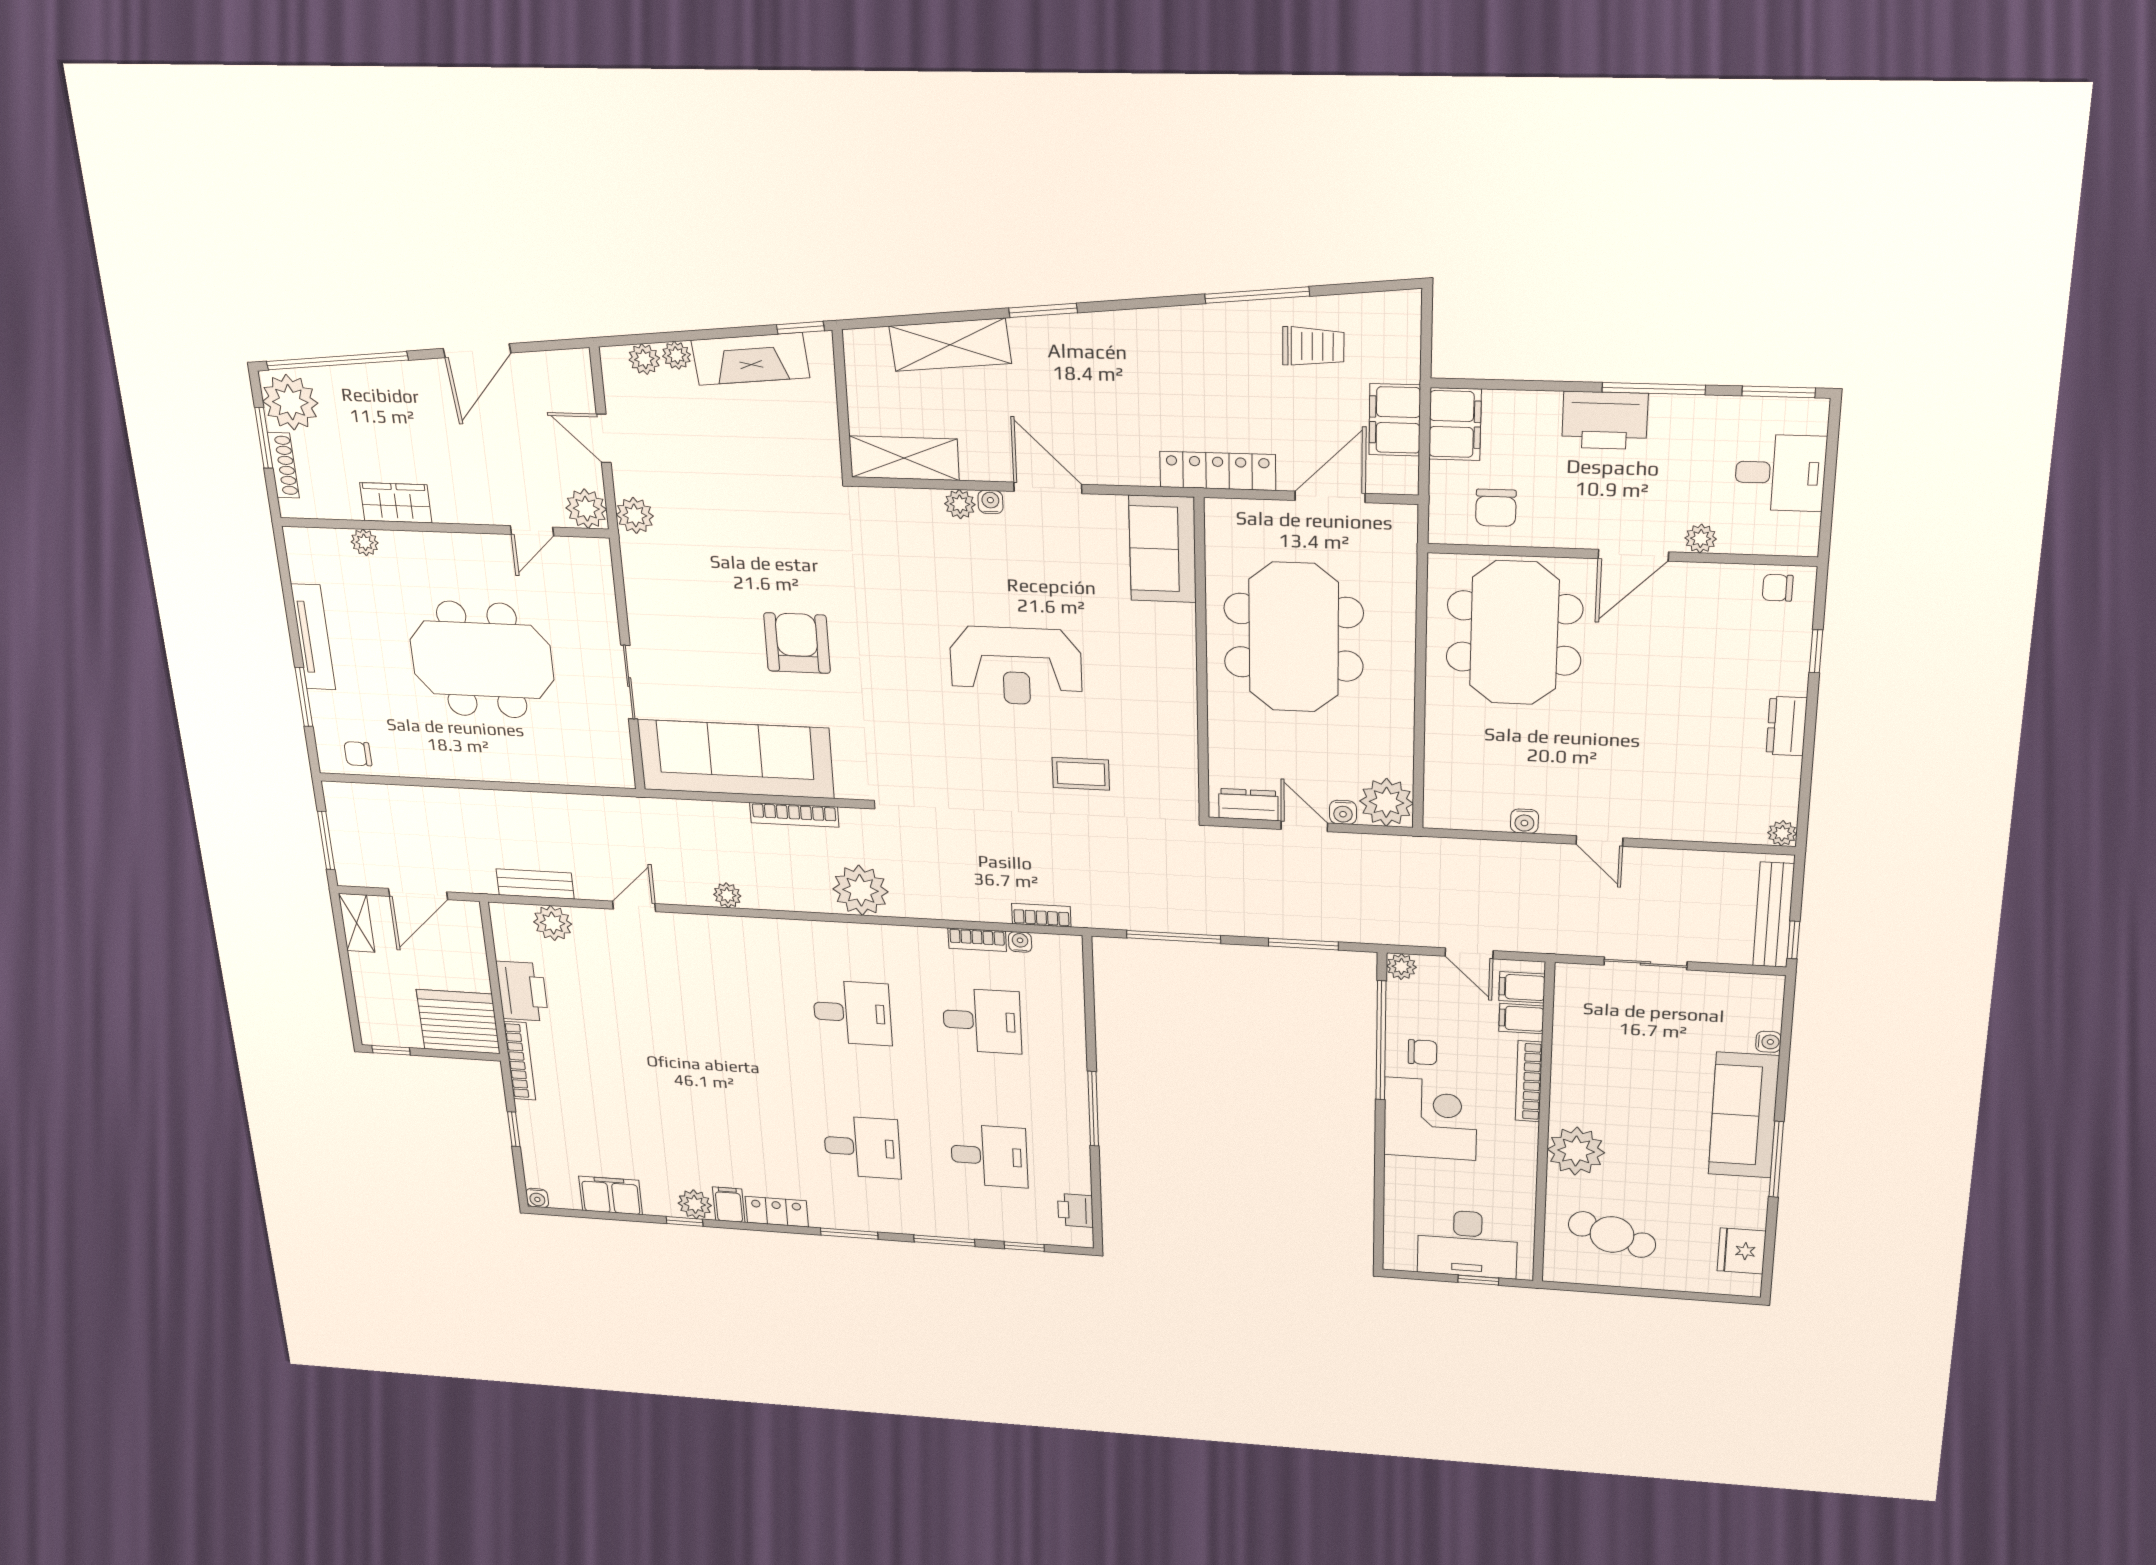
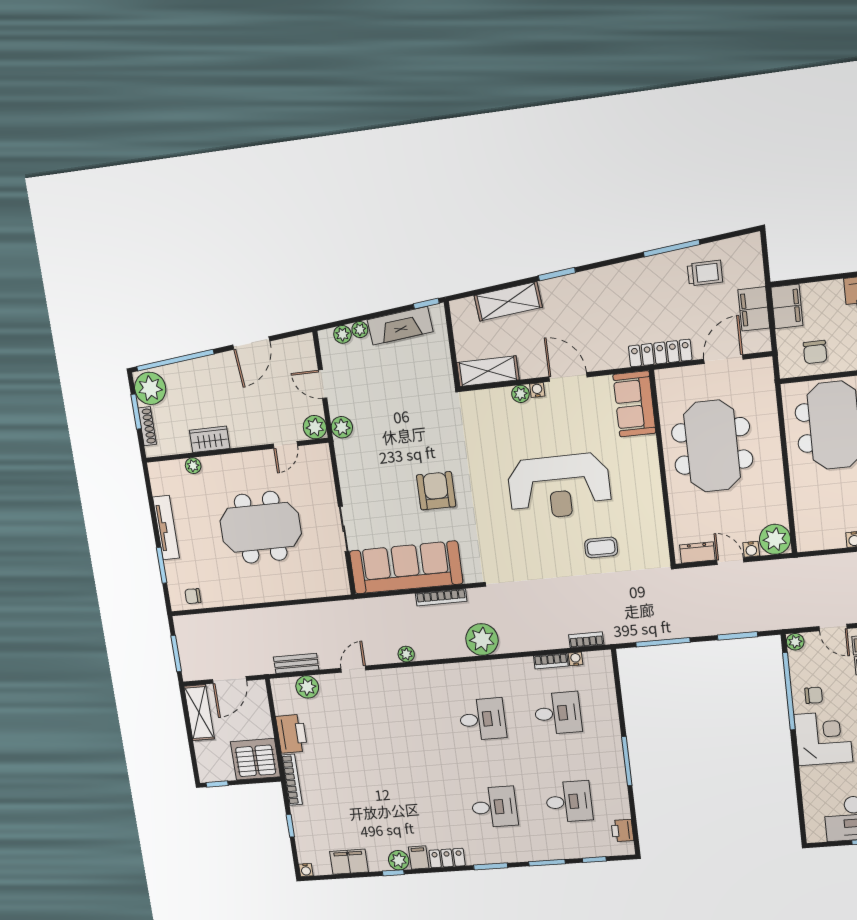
reception desk: (1016, 666) -> (559, 486), width x1.36, depth x1.30
shelving: (357, 923) -> (199, 713), width x1.50, depth x1.33

